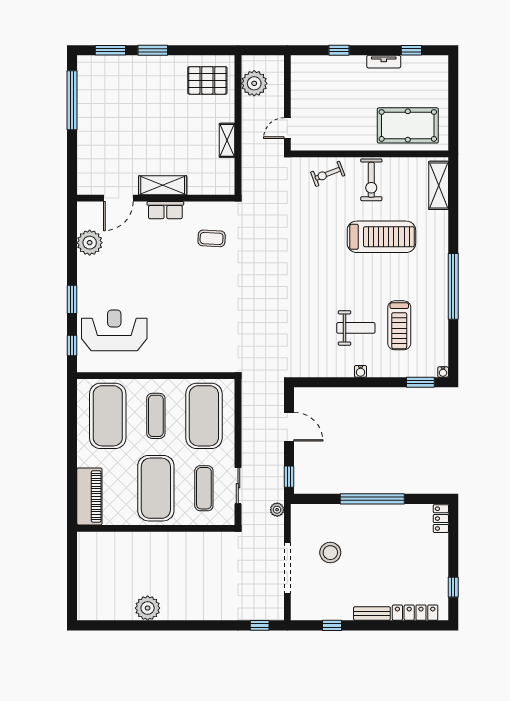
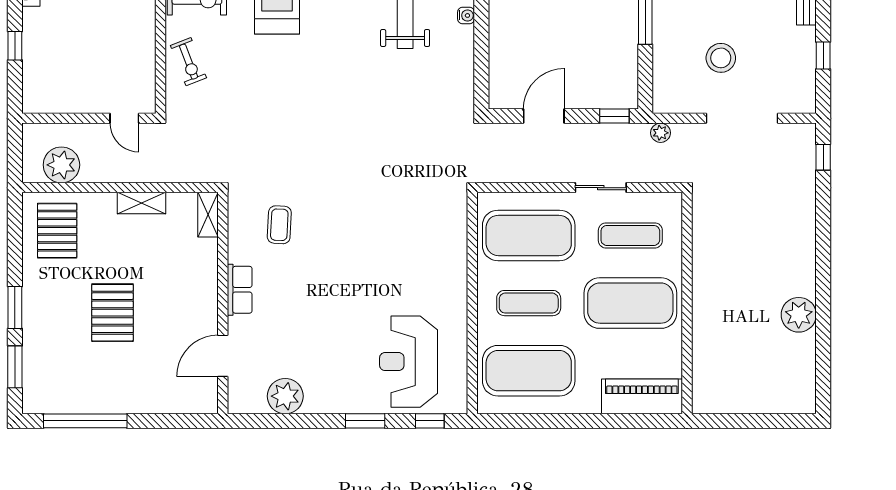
pallet: (149, 120) -> (112, 313), added
shelving: (163, 185) -> (208, 215), moved, width x0.67, depth x0.75
door: (118, 198) -> (223, 356), swing flipped
sliding door: (238, 486) -> (601, 188), moved

